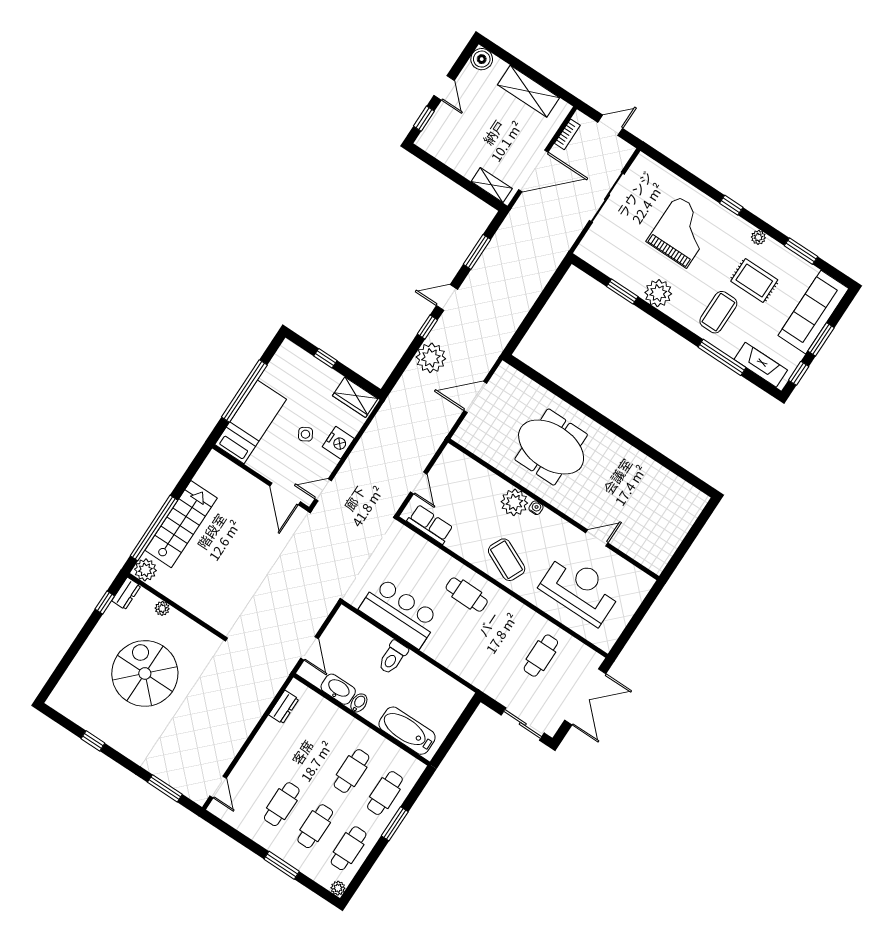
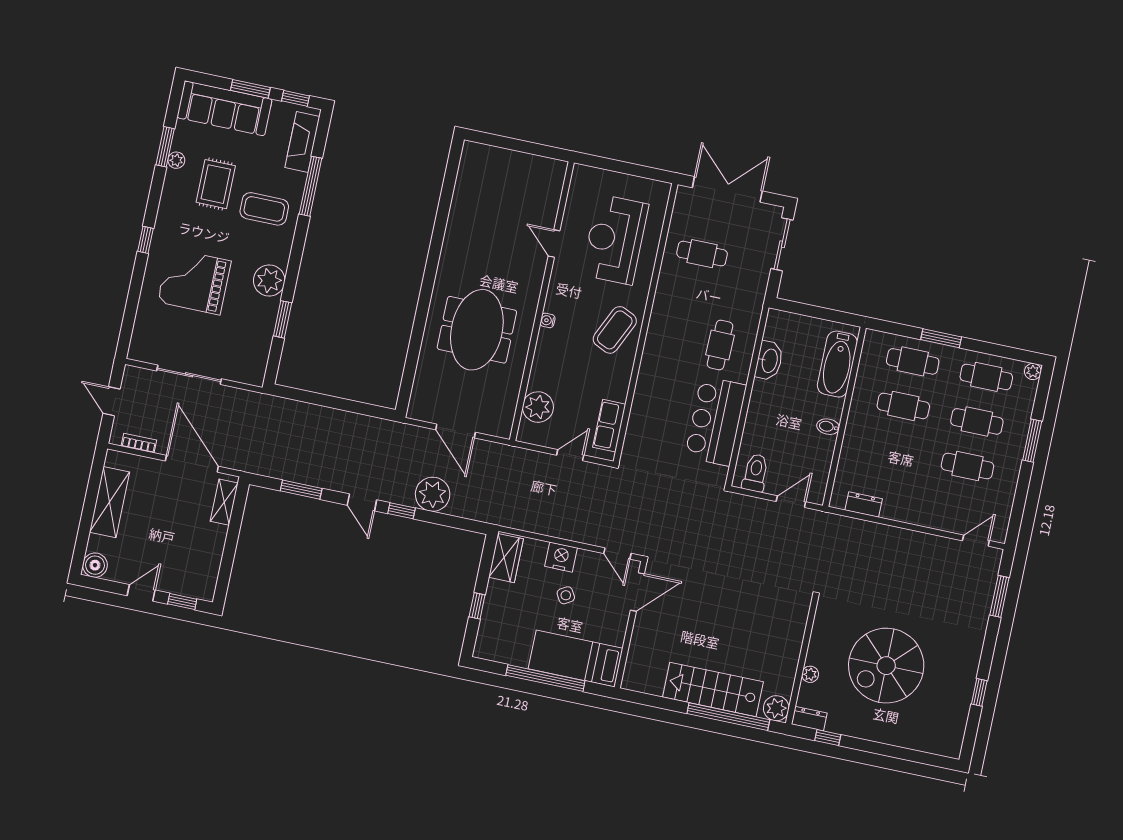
plant: (758, 237) -> (176, 160), moved
plant: (514, 502) -> (538, 407), moved
cafe table: (467, 595) -> (720, 345), moved
toilet: (393, 657) -> (755, 473), moved, turned -90
washbasin: (338, 689) -> (769, 361), moved, turned 180

